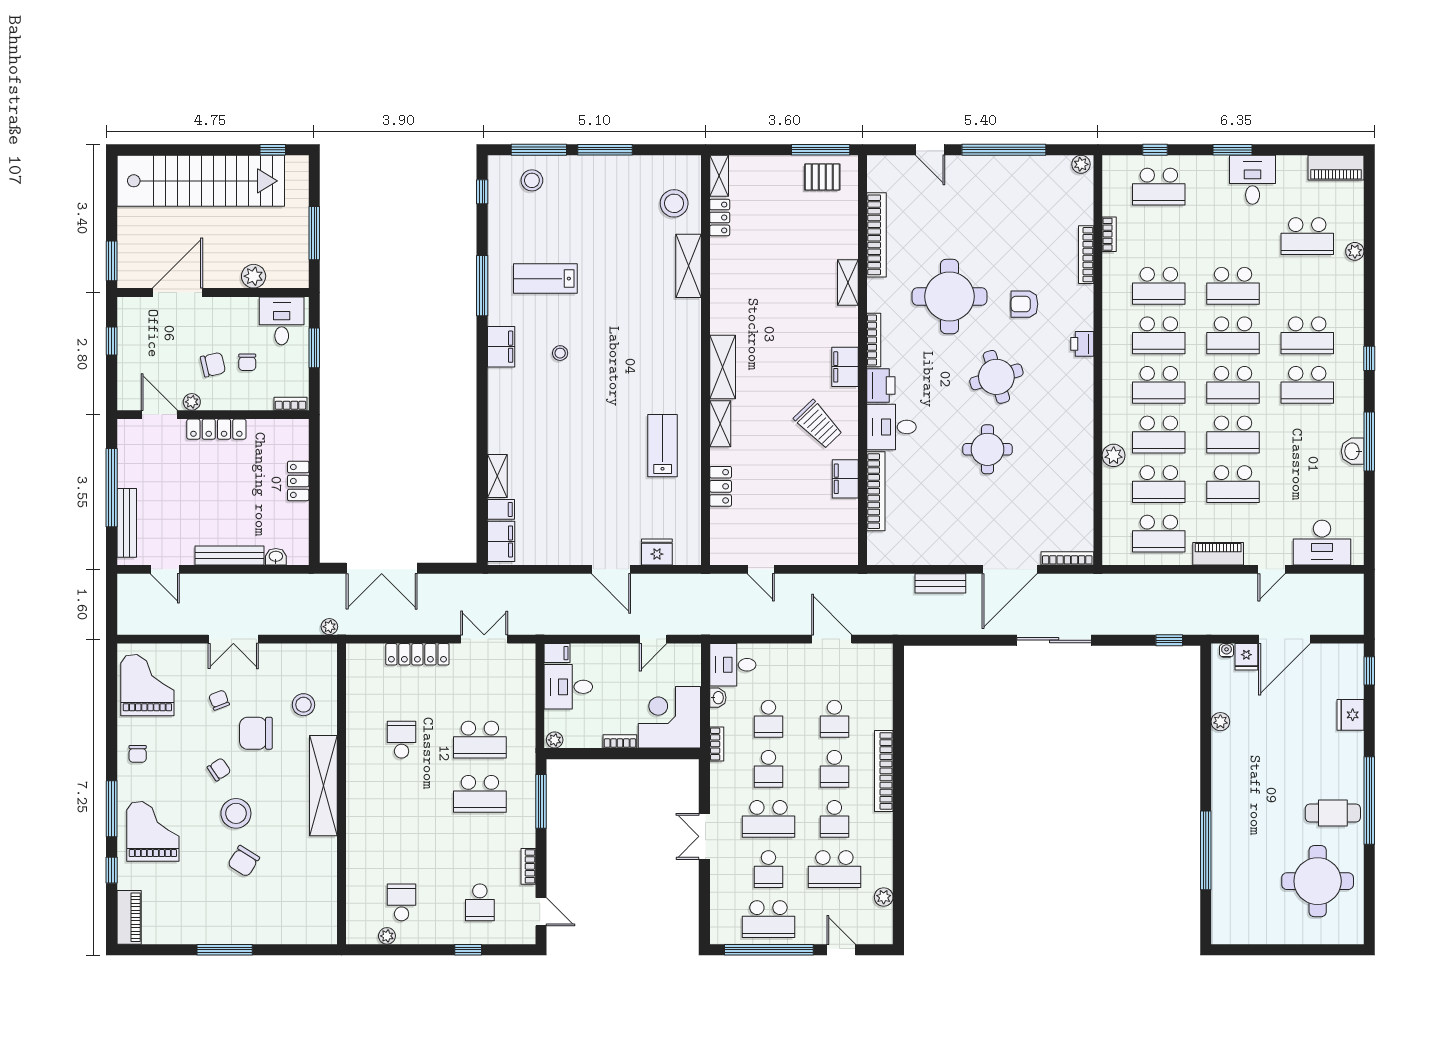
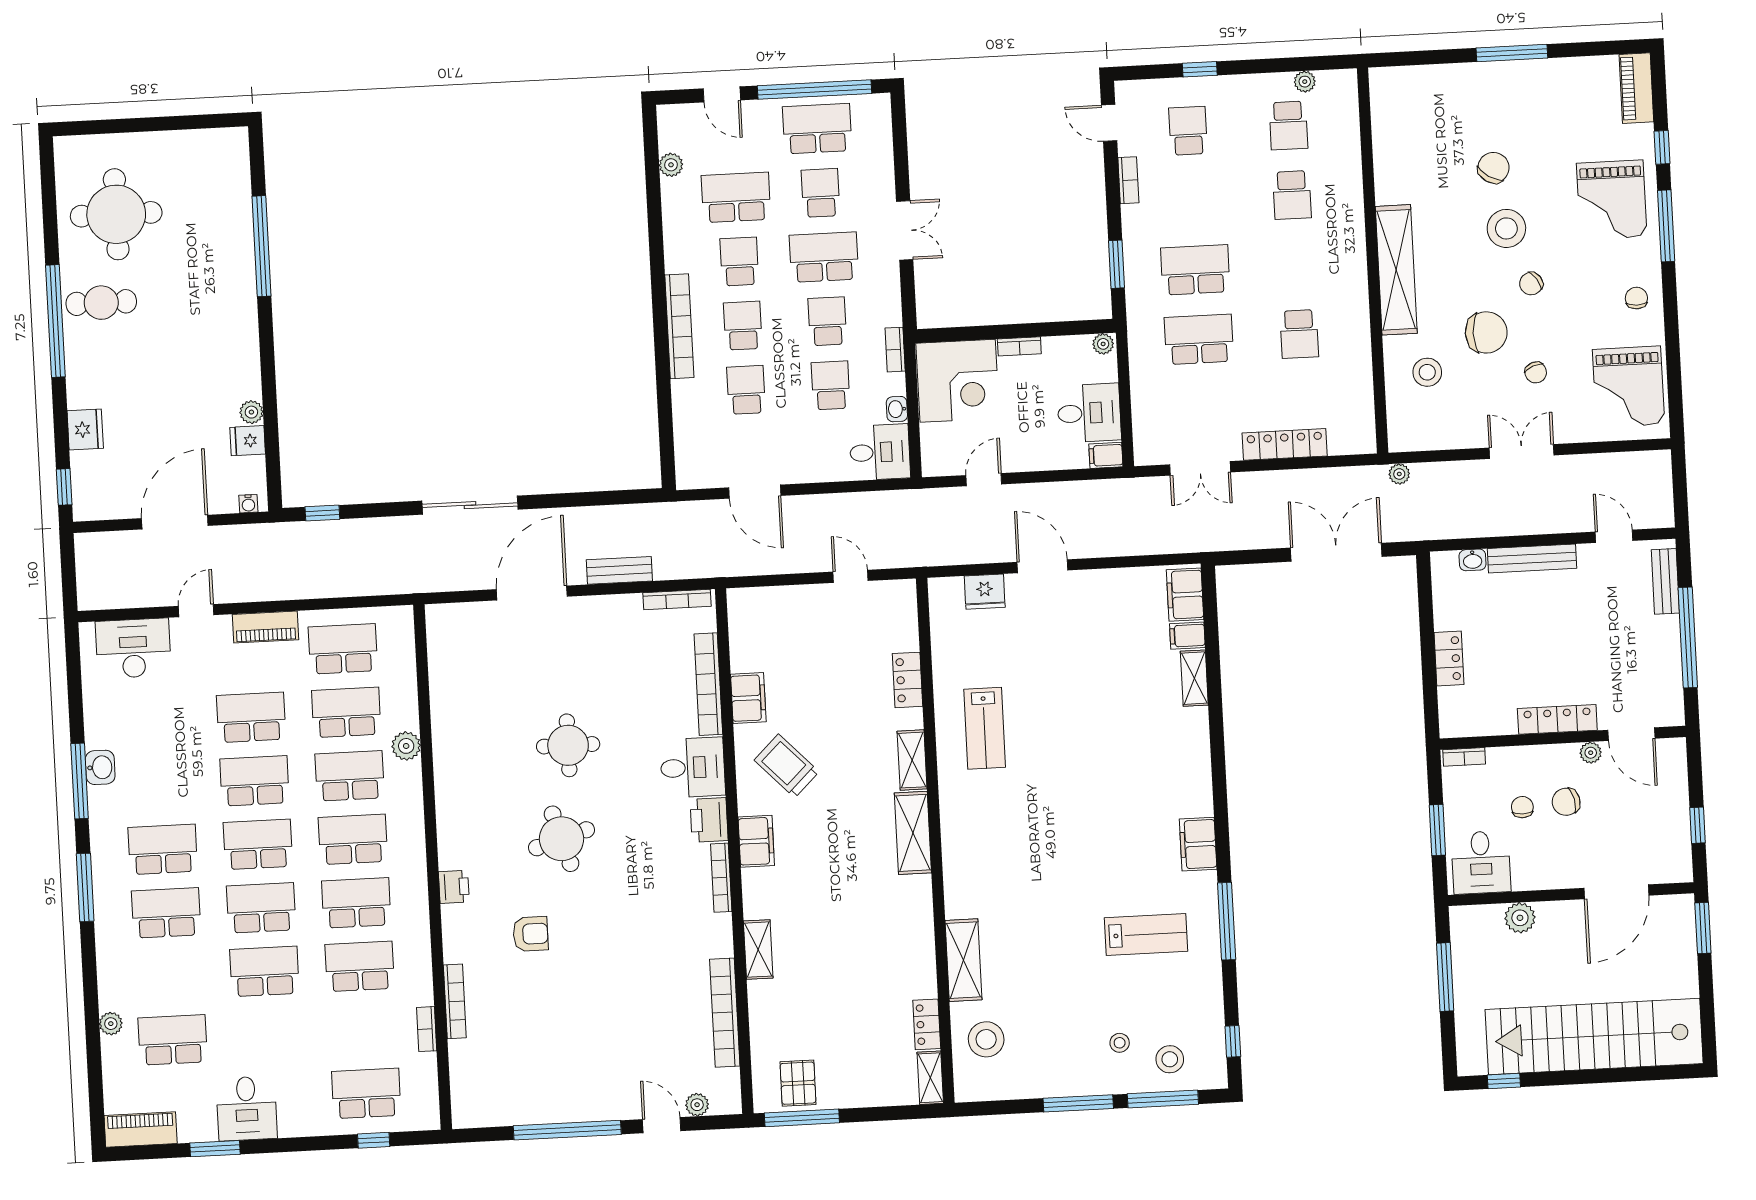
window: (1233, 150) -> (215, 1149), moved
plant: (1081, 164) -> (697, 1105), moved
pallet: (822, 177) -> (798, 1083), turned 90
round table: (950, 296) -> (627, 939), removed
stool: (560, 353) -> (1120, 1043), moved
window: (1369, 358) -> (85, 887), width x2.17
bench: (127, 523) -> (1665, 581), width x0.73
bookcase: (1067, 558) -> (677, 600), moved
fridge: (1246, 657) -> (248, 441), moved, turned -90
window: (541, 801) -> (1117, 264), width x0.69
school desk: (402, 848) -> (1292, 195), added

